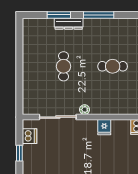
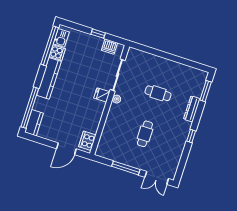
window: (59, 15) -> (206, 91), moved
window: (99, 15) -> (191, 136), width x0.46
fridge: (104, 127) -> (102, 95), moved

